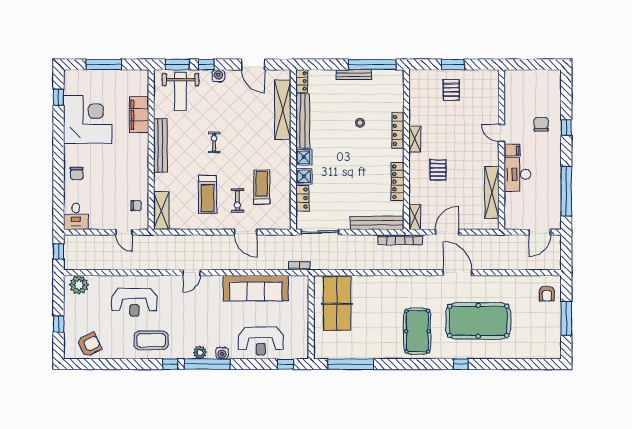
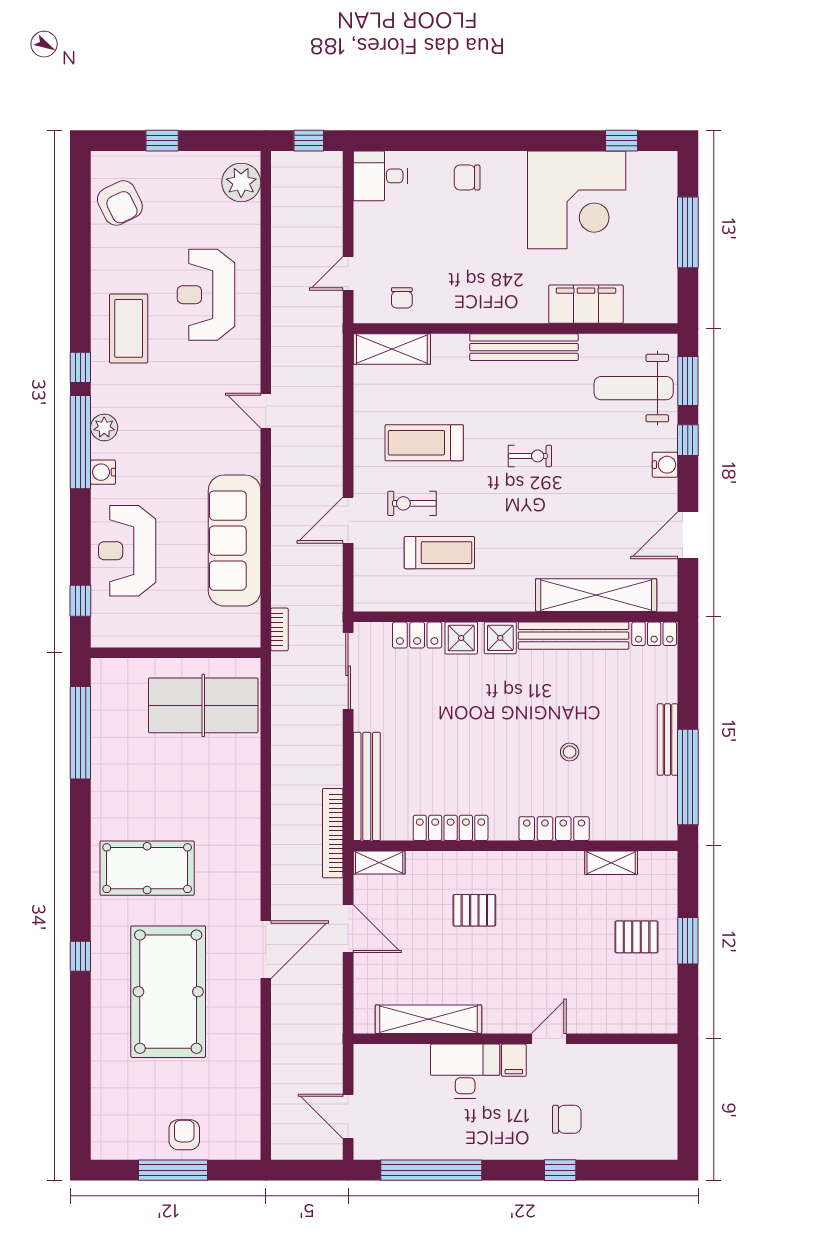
shelving: (415, 139) -> (611, 863), moved
armchair: (547, 294) -> (184, 1135), moved, turned 90

